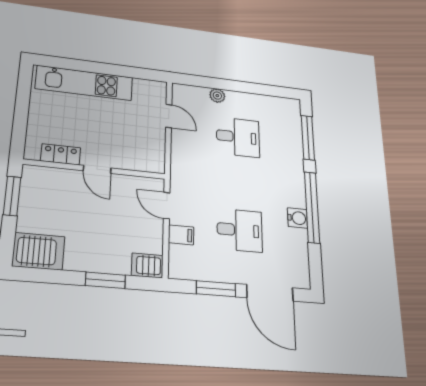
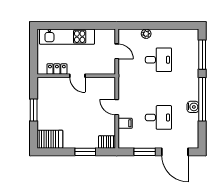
locker: (61, 154) -> (57, 69), moved
wall: (95, 169) -> (76, 76), moved
door: (97, 169) -> (77, 76), moved

